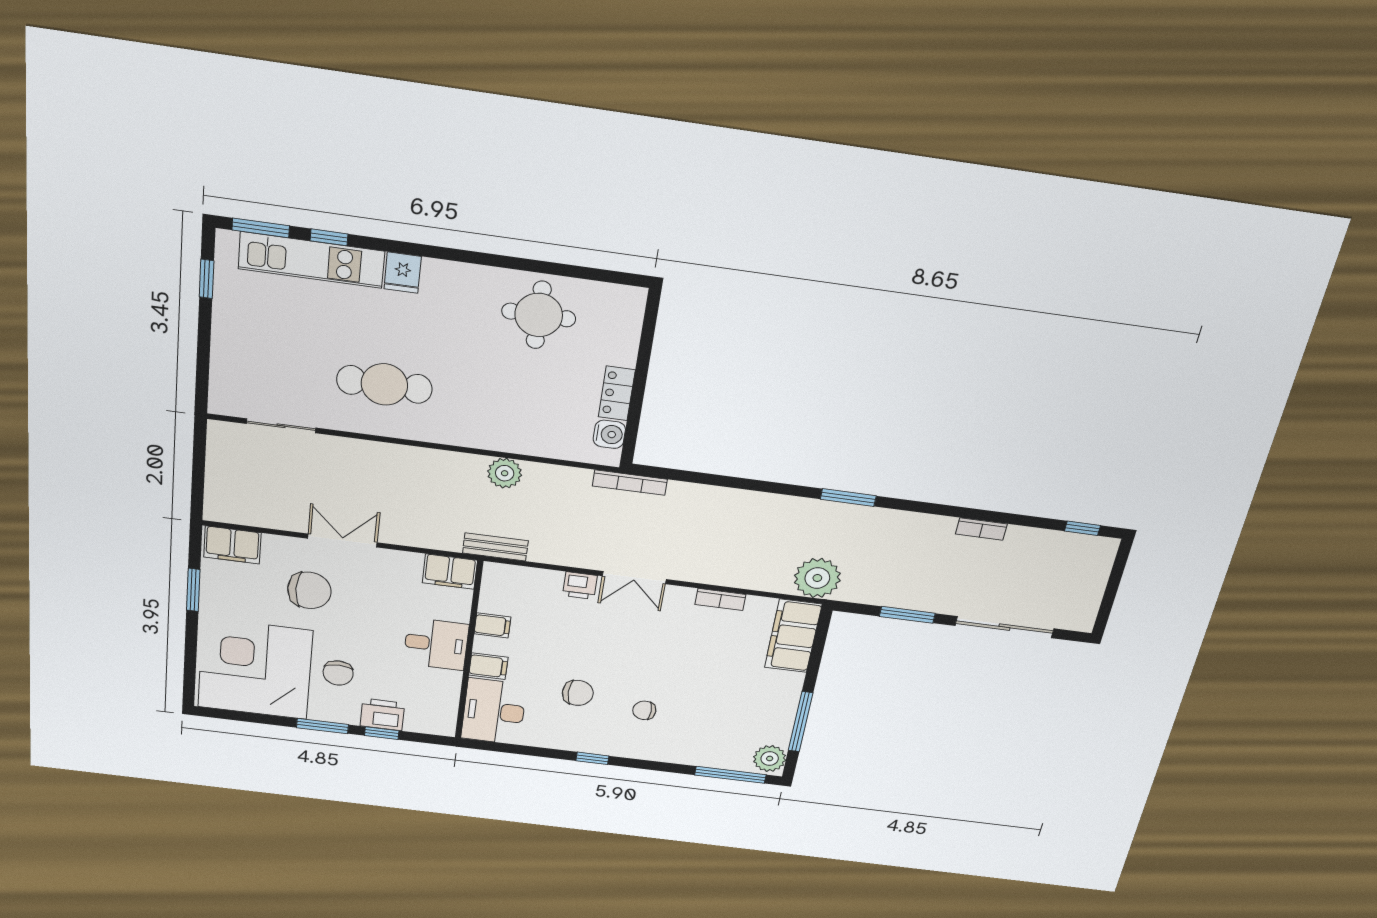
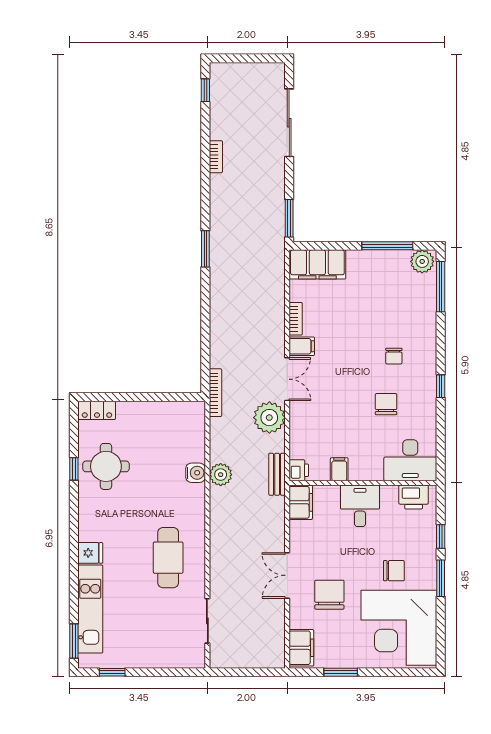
window: (329, 237) -> (74, 469), moved
locker: (617, 393) -> (97, 410), moved
water cooler: (609, 434) -> (196, 473), moved, turned 90
plant: (817, 578) -> (269, 418), moved
printer: (580, 586) -> (299, 470), moved
window: (907, 615) -> (289, 218), moved
filing cabinet: (488, 666) -> (302, 346), moved, turned 90
printer: (382, 715) -> (414, 497), moved, turned -90

